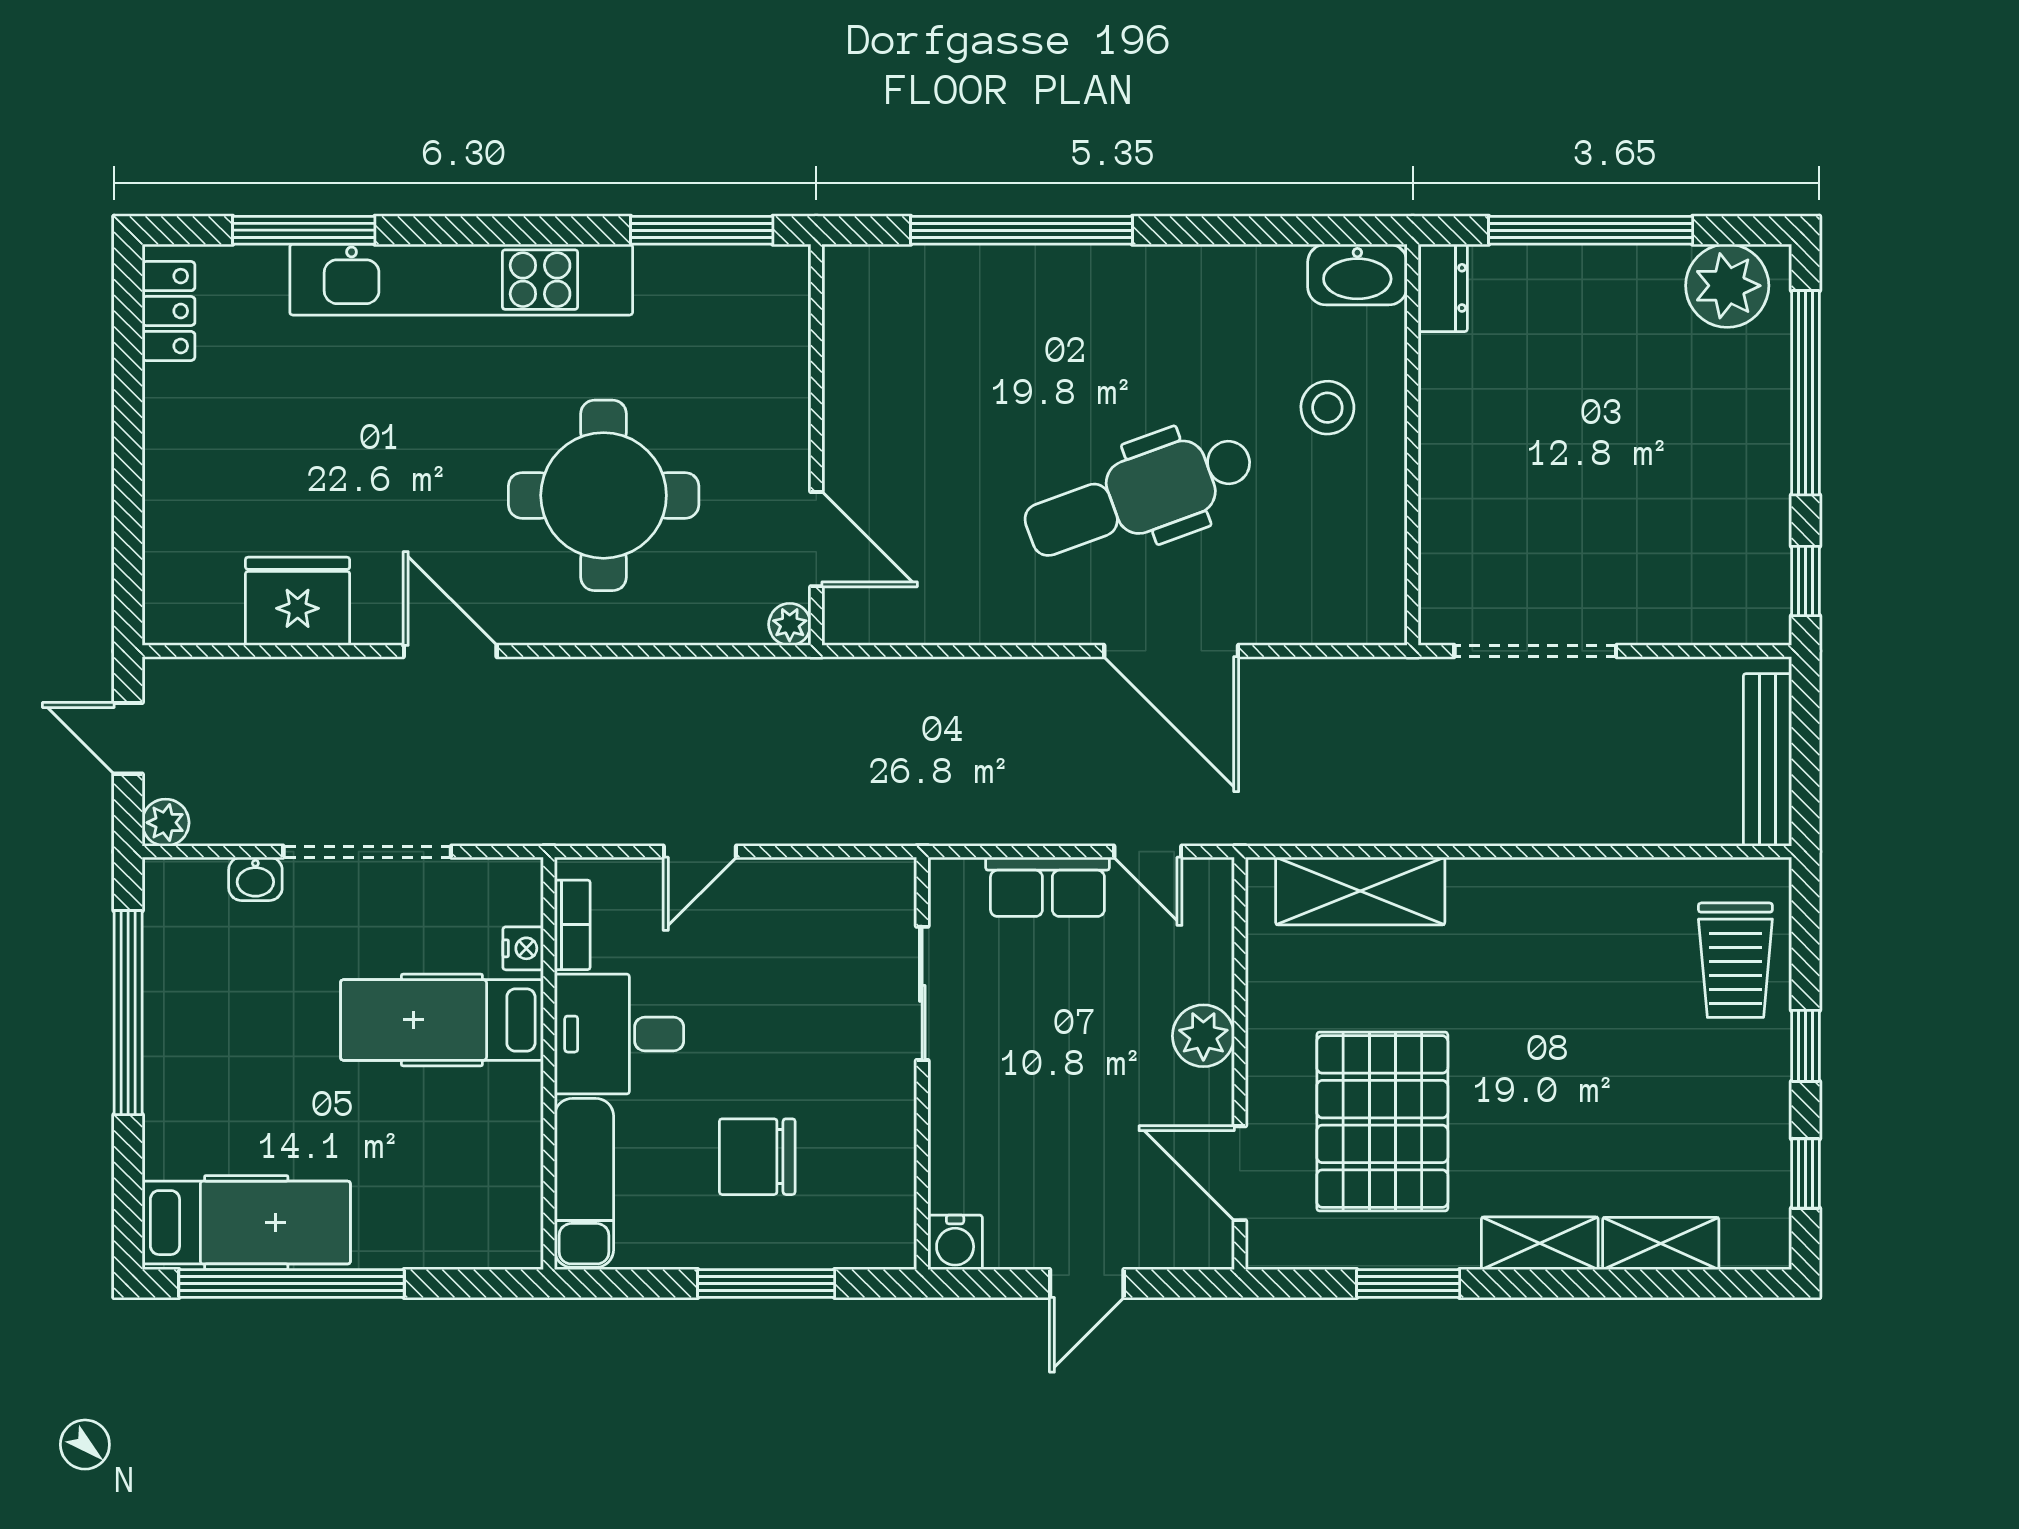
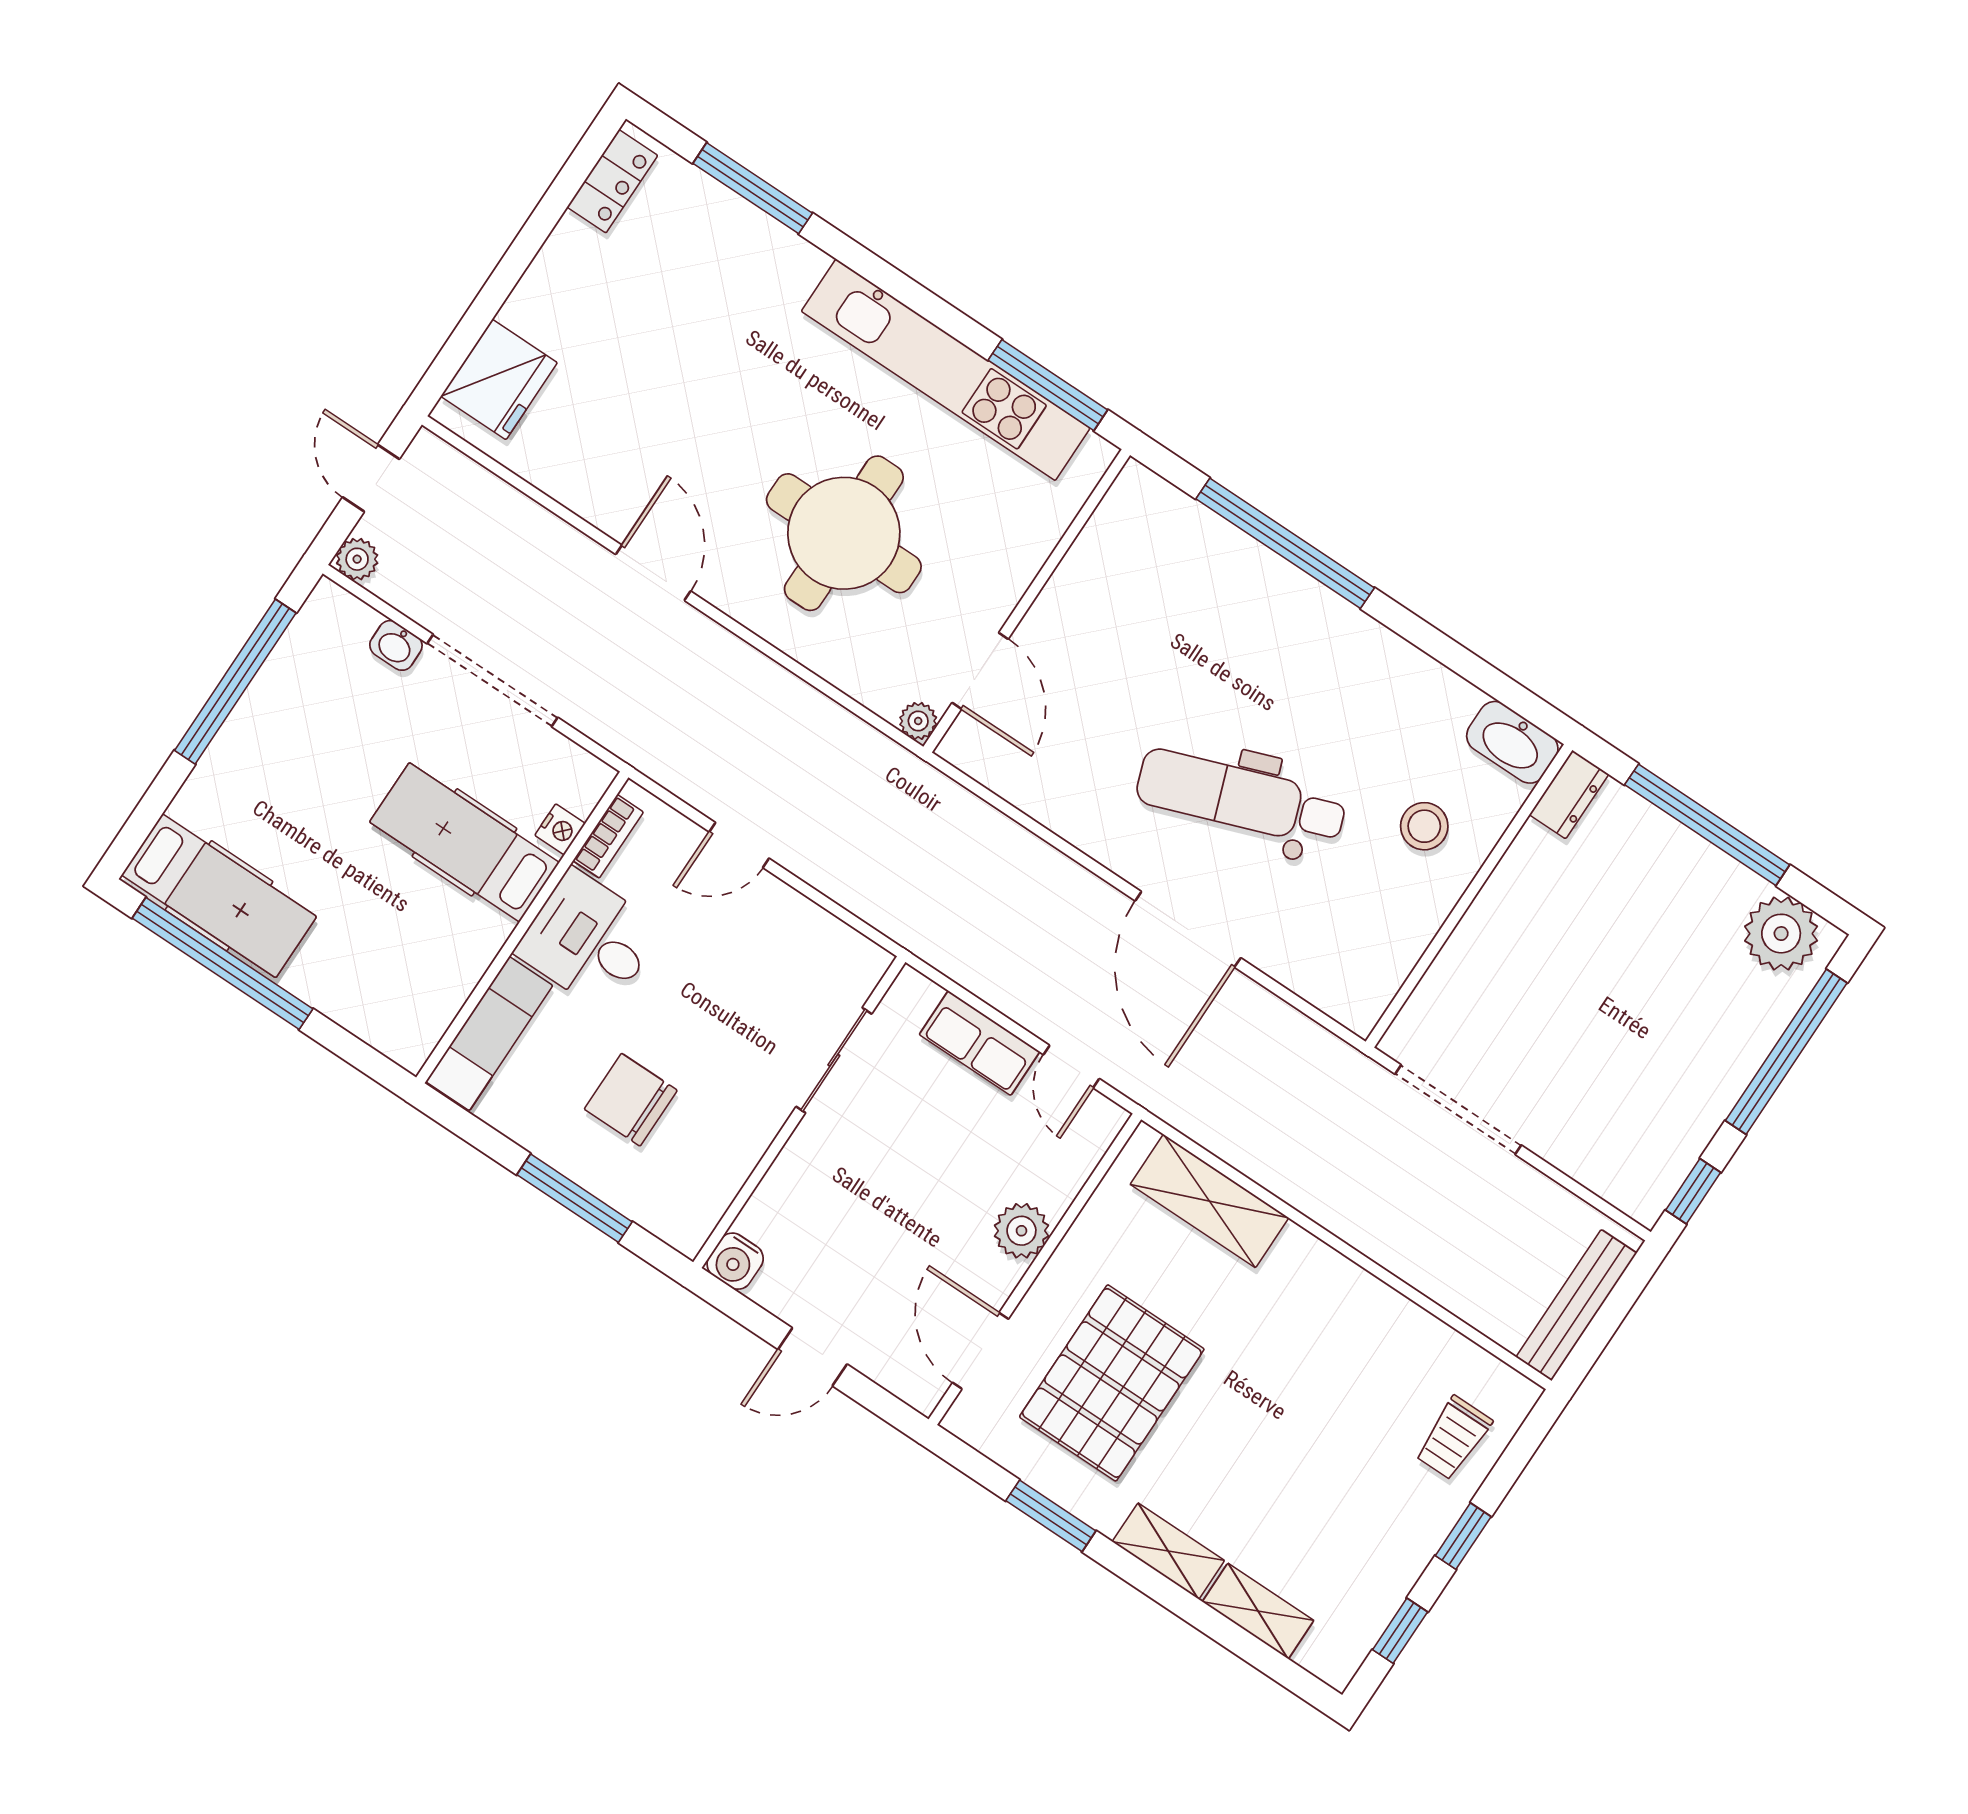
kitchen unit: (461, 280) -> (946, 370), moved
fridge: (298, 601) -> (499, 379), moved, turned 90
trolley: (1735, 960) -> (1453, 1438), width x0.73, depth x0.72

